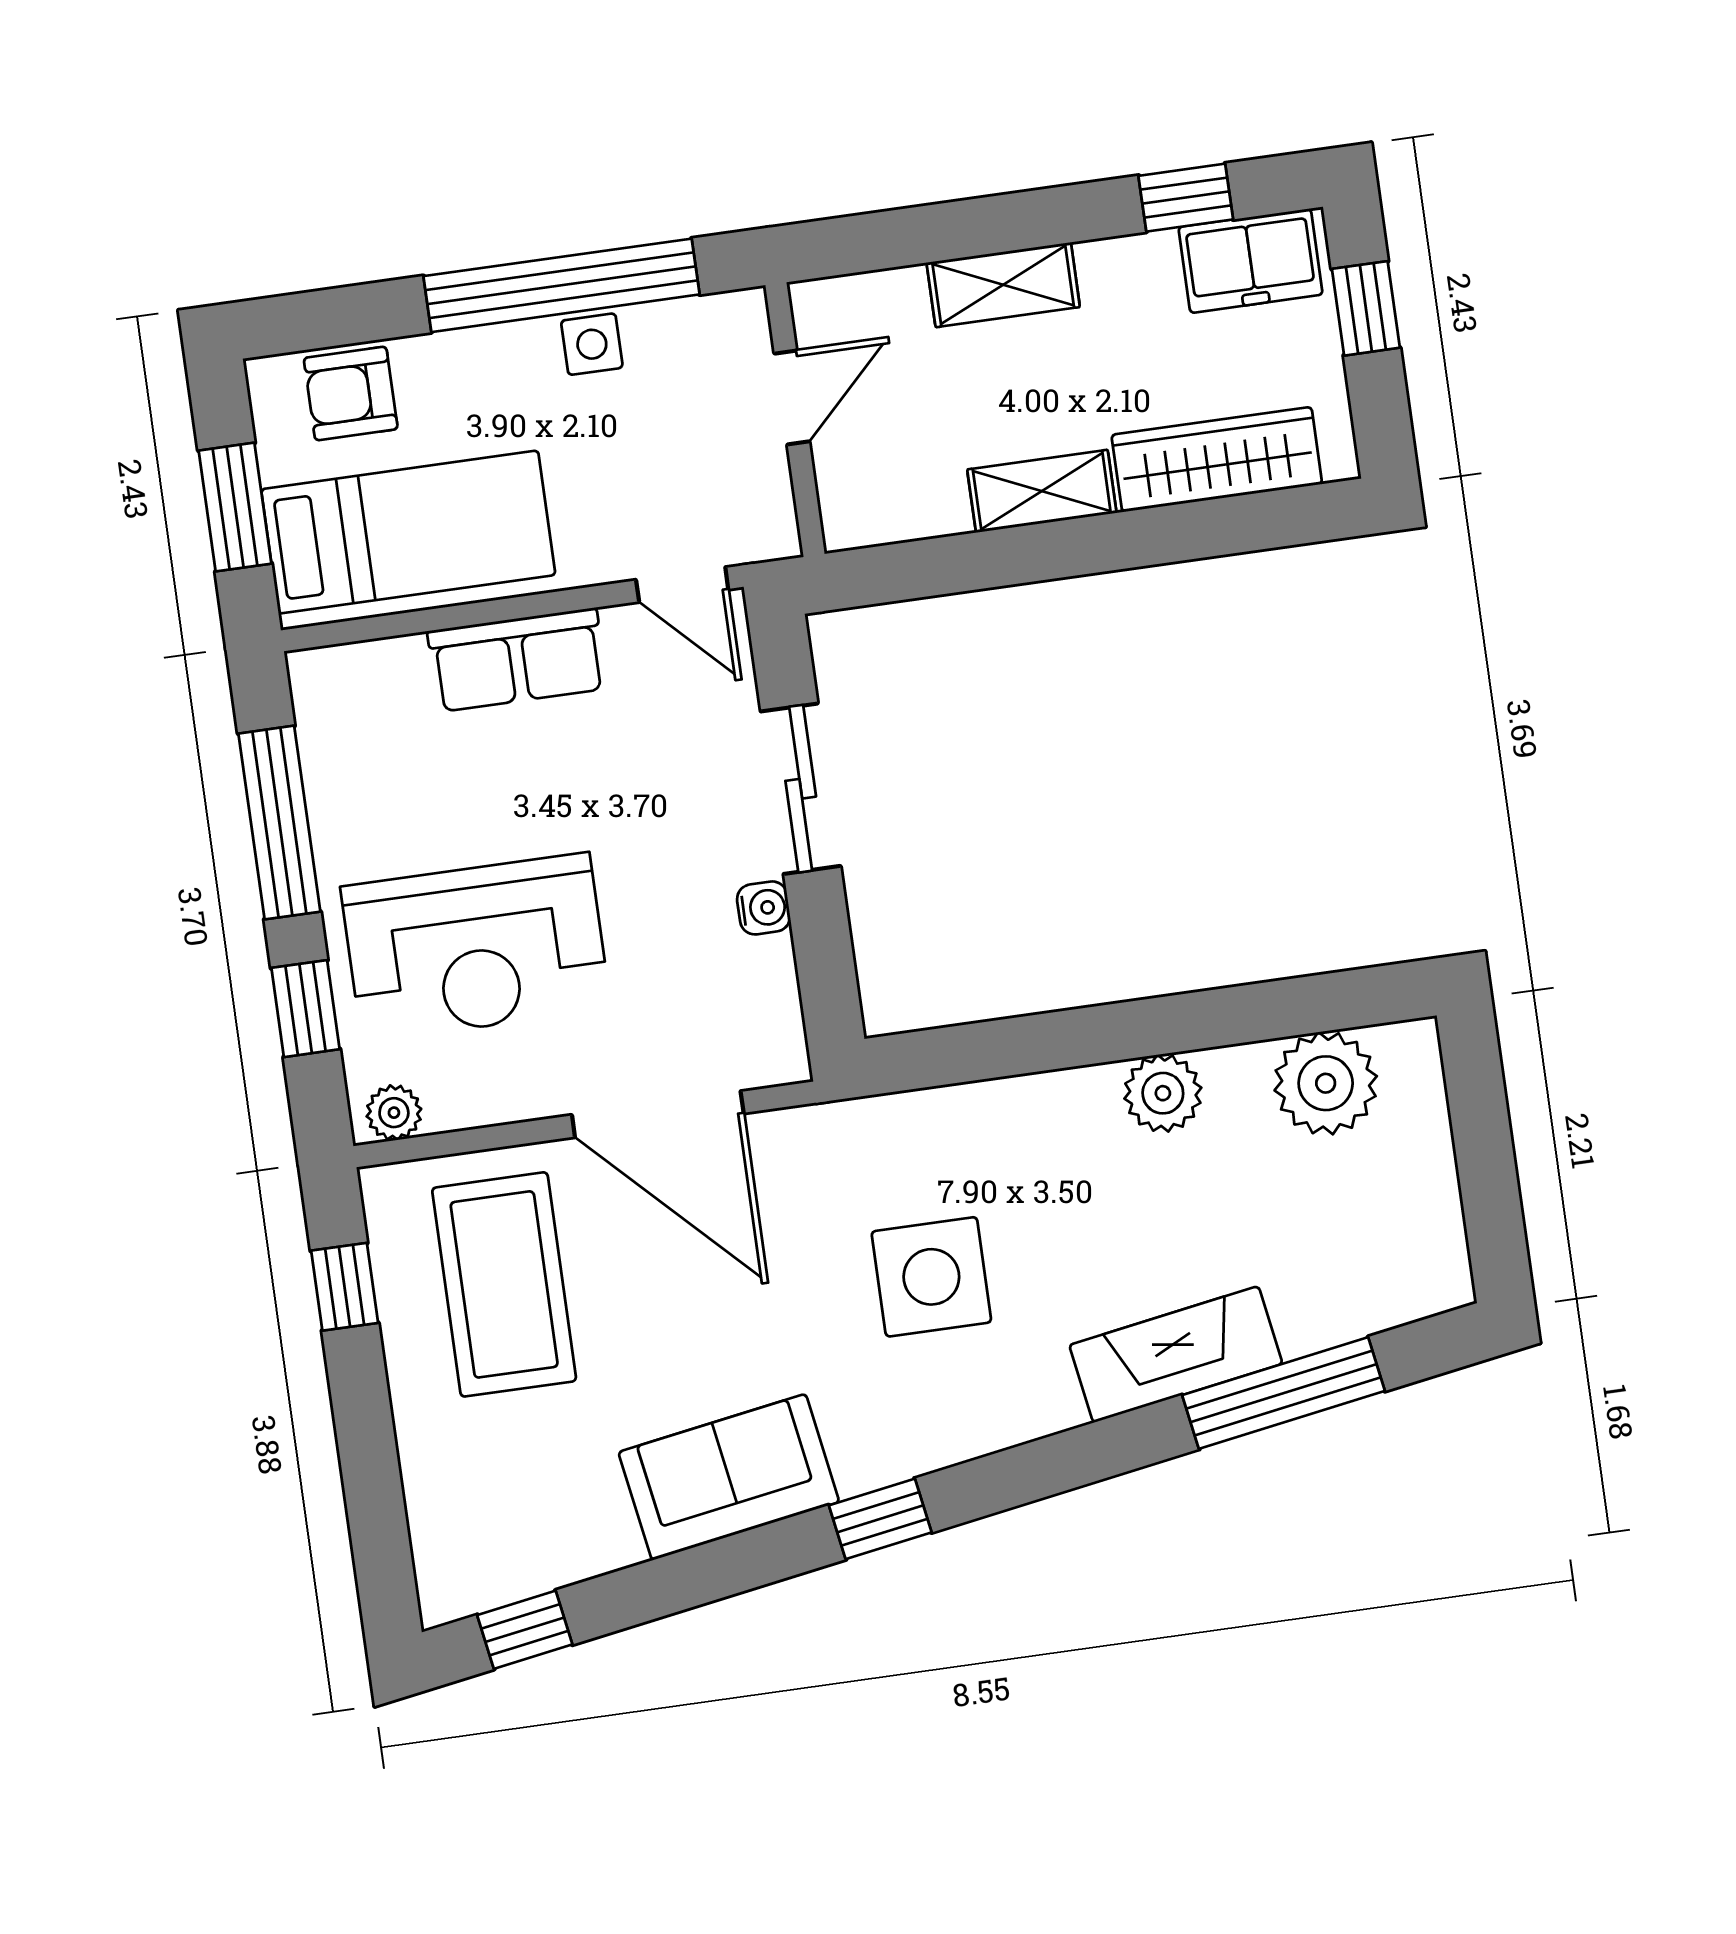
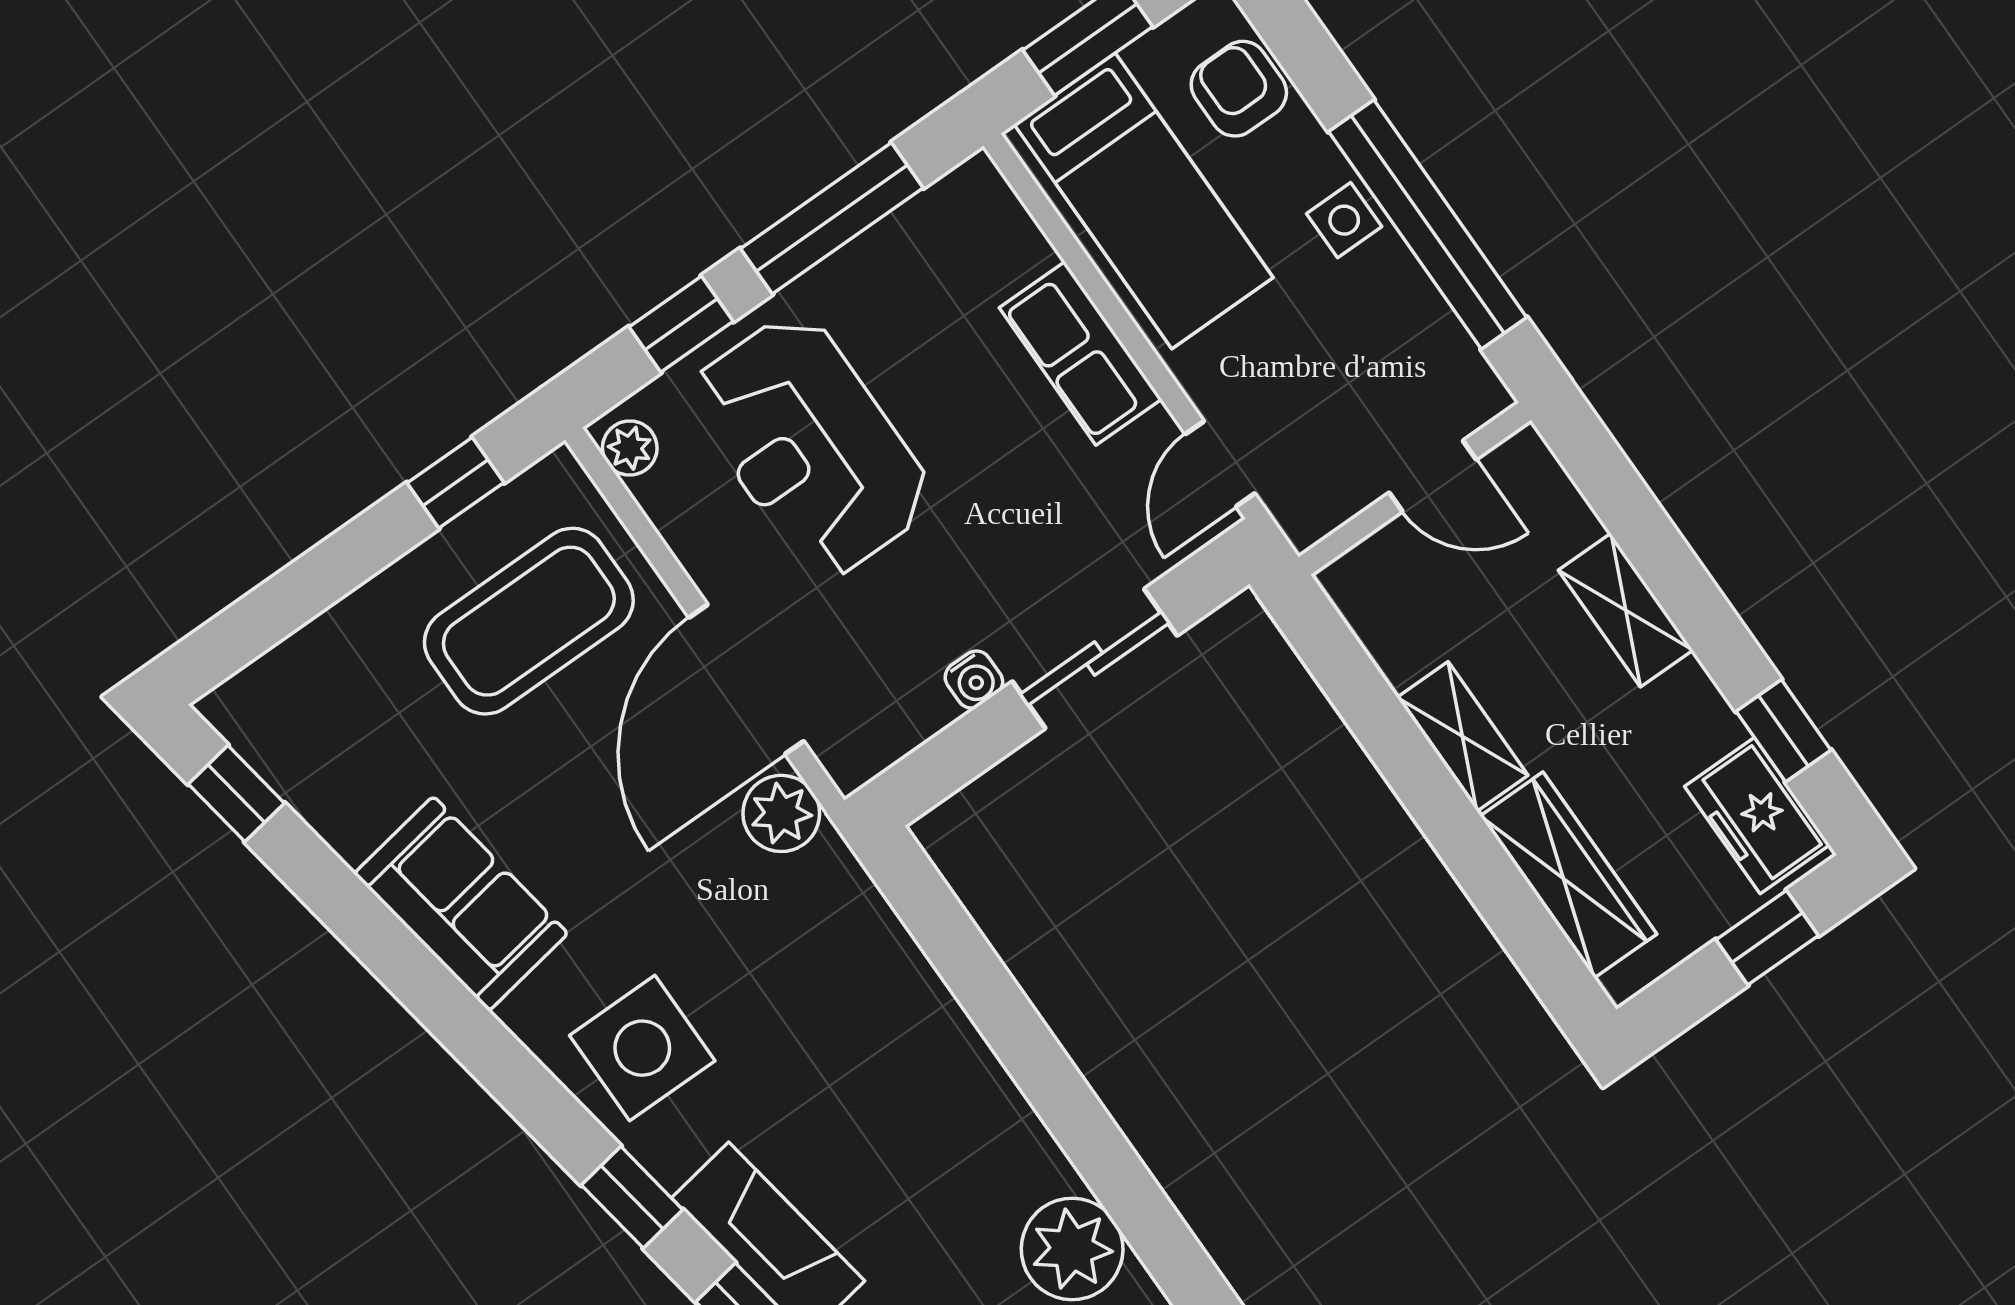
side table: (592, 344) -> (1344, 220), moved
plant: (1163, 1093) -> (781, 813), moved
side table: (931, 1277) -> (642, 1048), moved
window: (880, 1519) -> (632, 1197), moved

